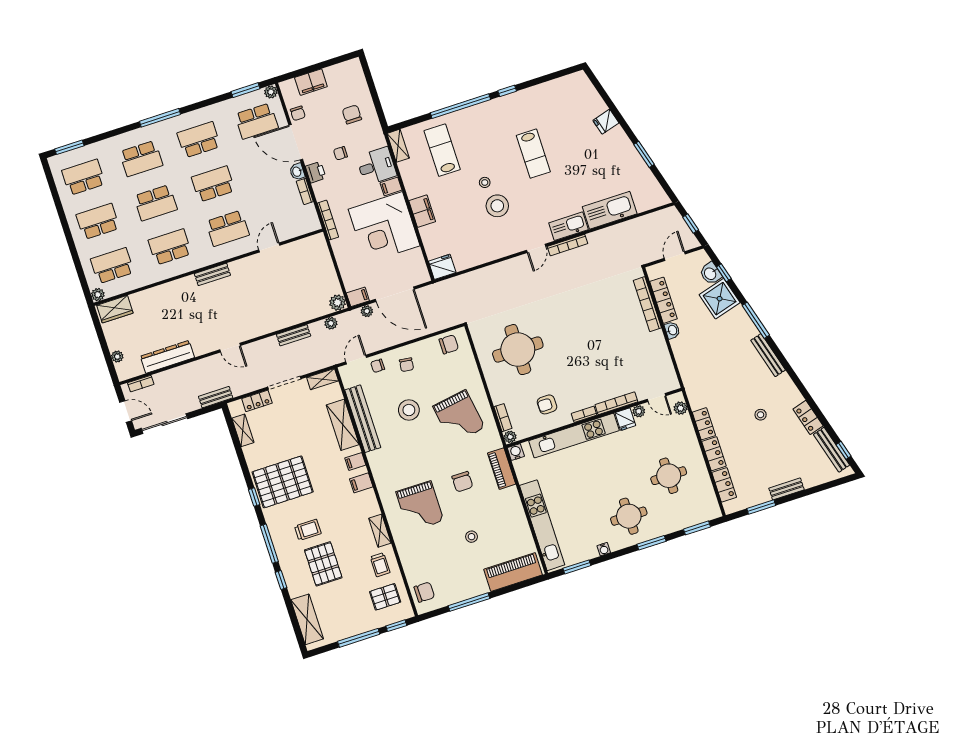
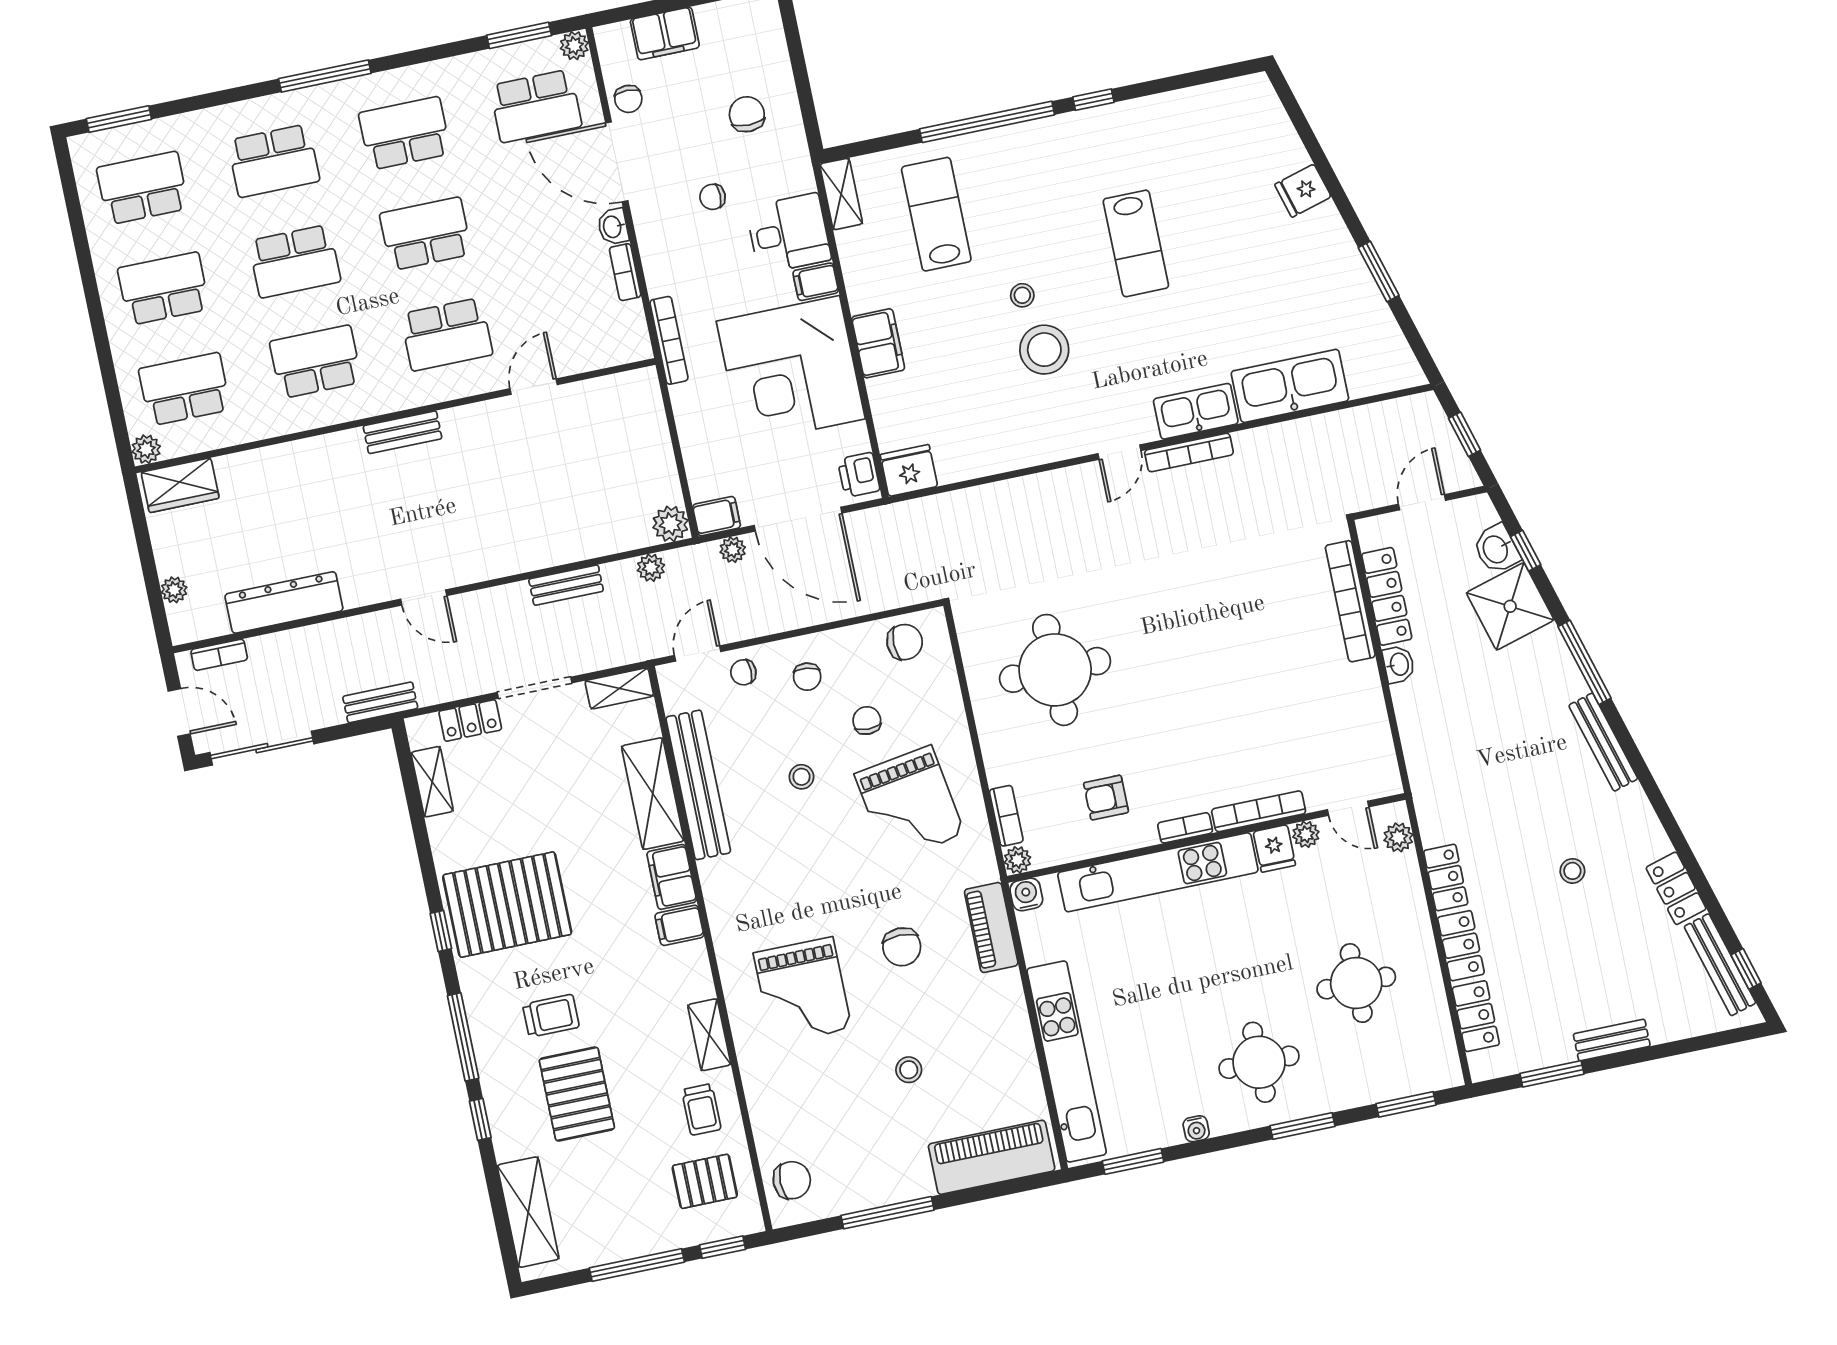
printer: (316, 172) -> (859, 475), moved, turned 180
chair: (436, 381) -> (867, 720), added
stool: (409, 410) -> (801, 777), width x0.53, depth x0.53
filing cabinet: (355, 461) -> (672, 877), width x2.00

